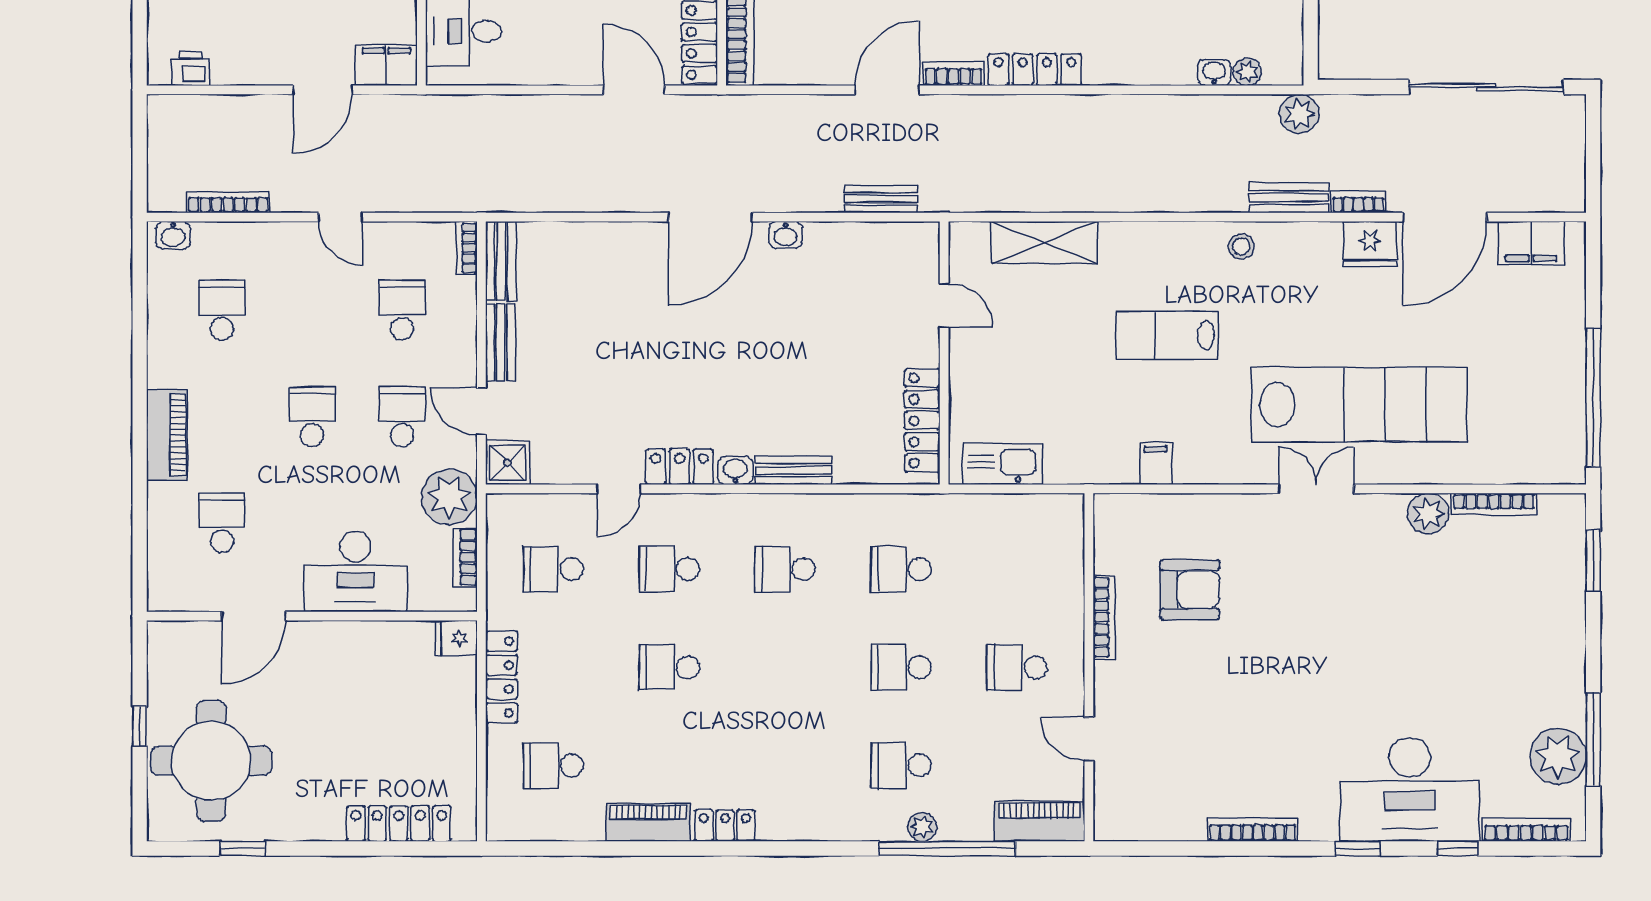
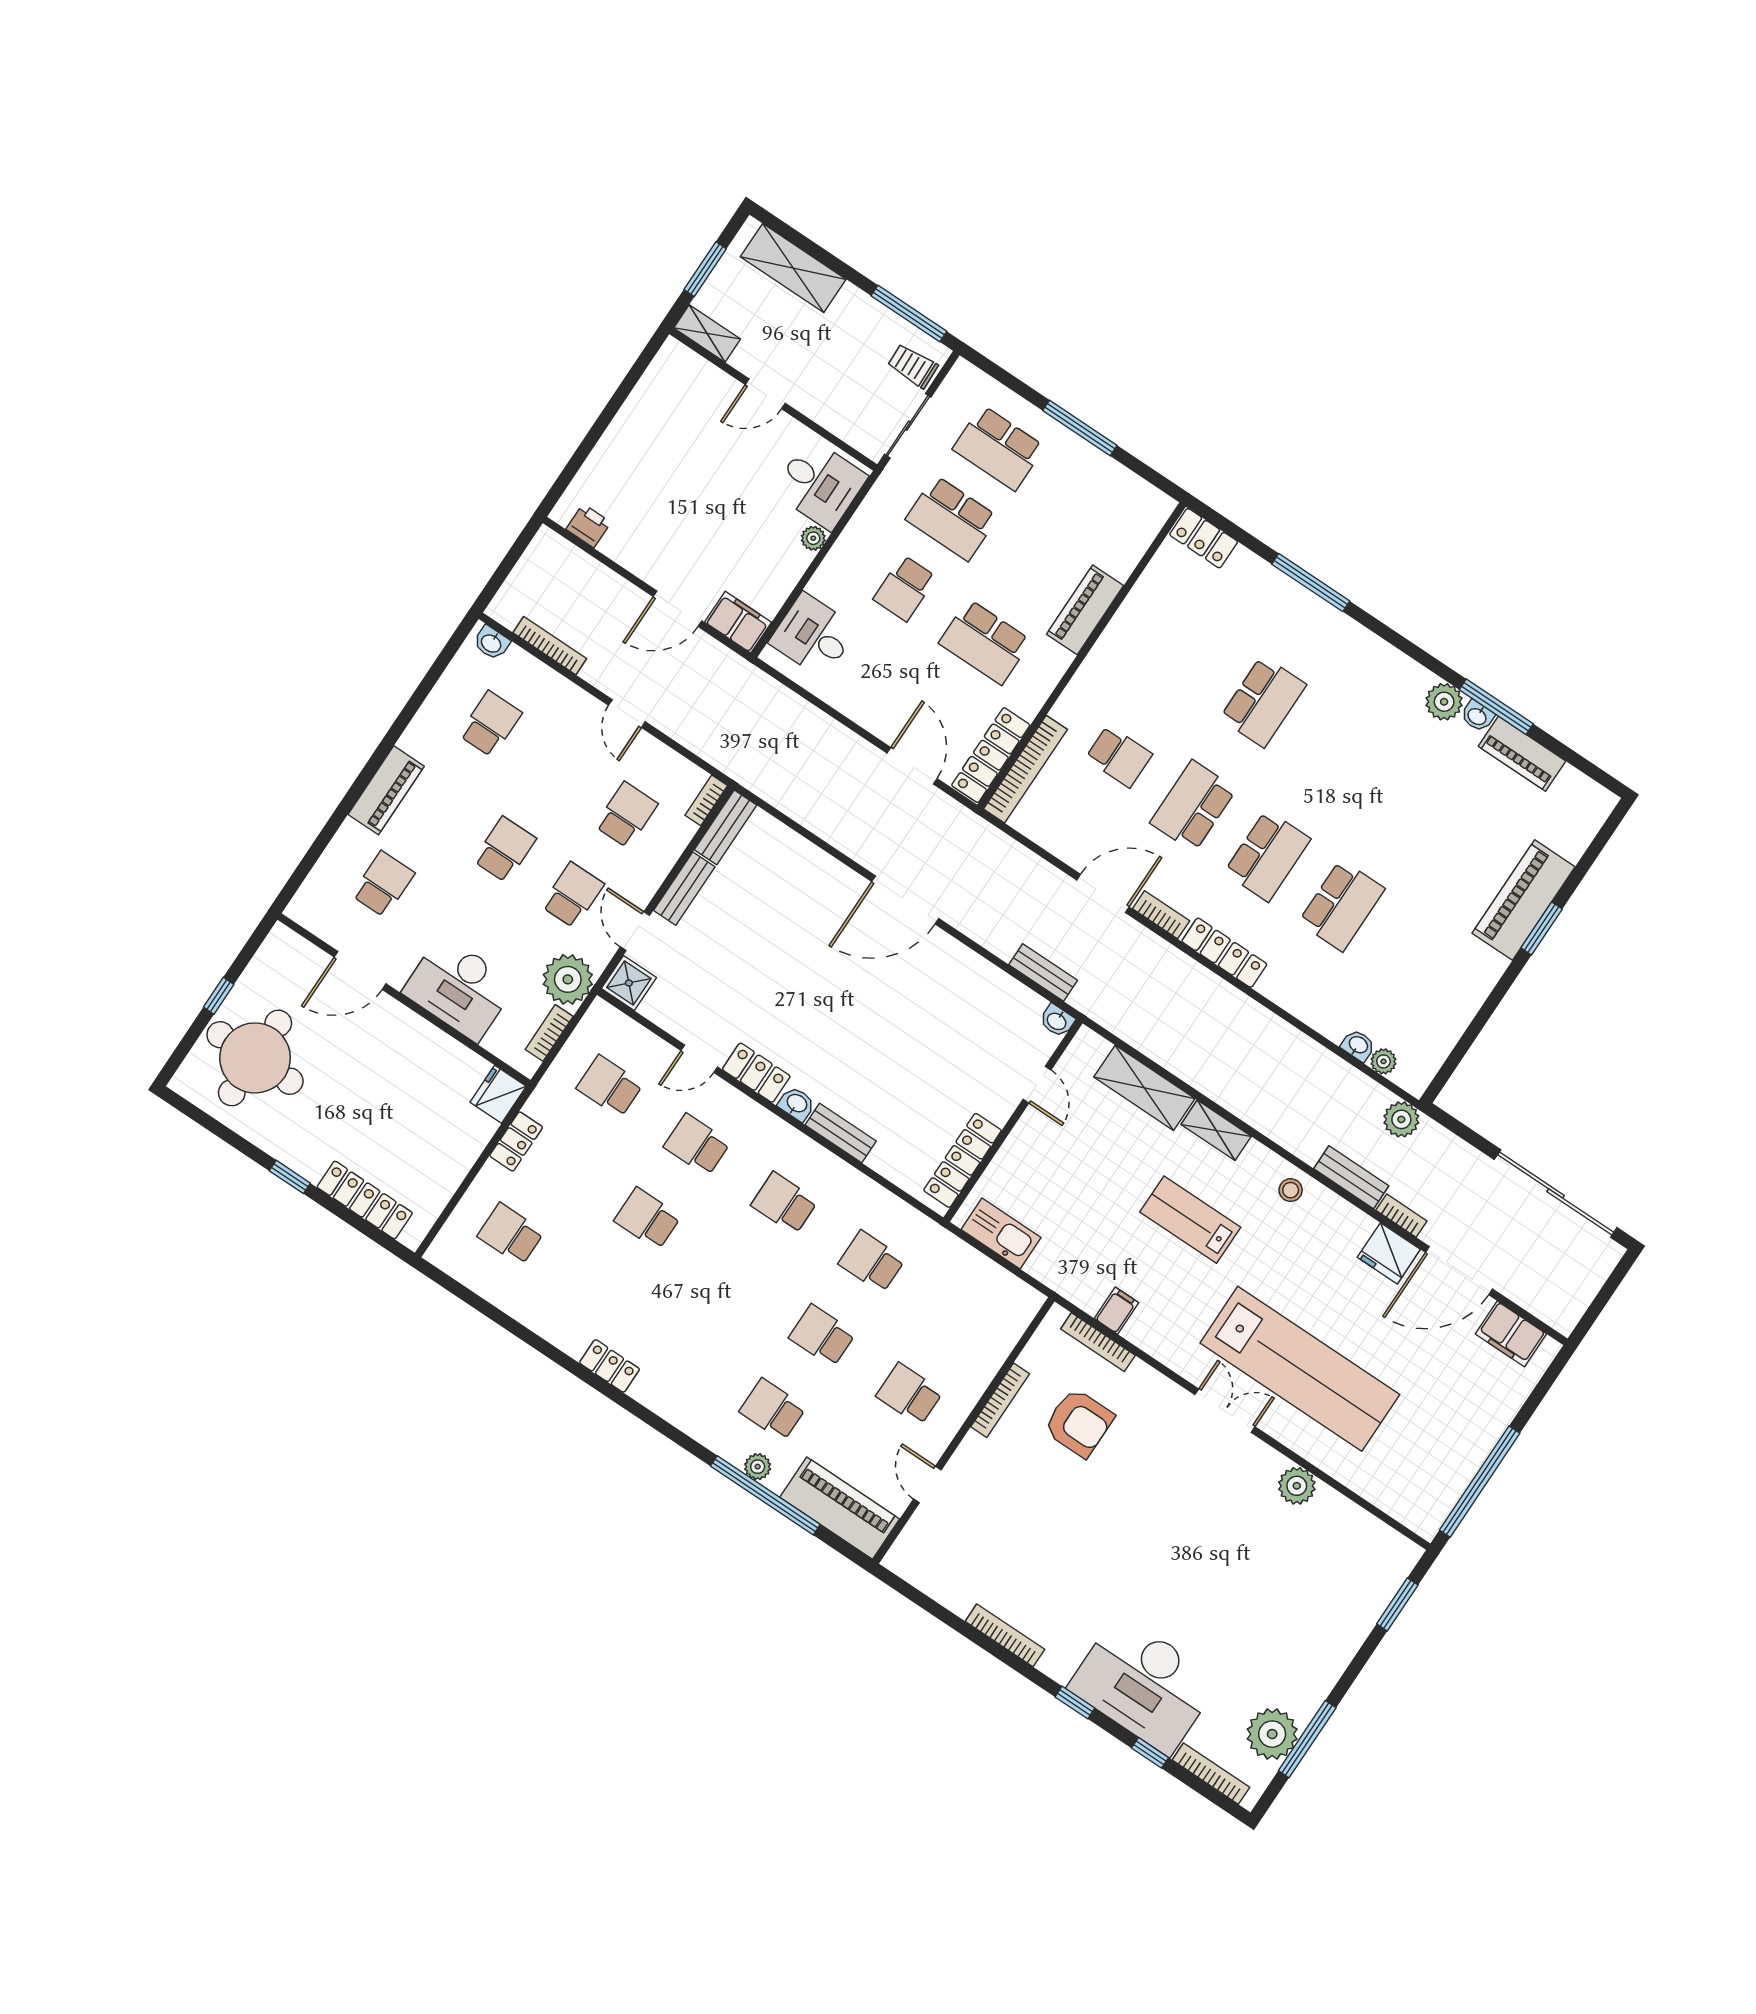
washbasin: (786, 235) -> (1057, 1021), moved
shelving: (1136, 237) -> (1216, 1130), added
bookcase: (1494, 504) -> (1098, 1342), moved
fridge: (456, 638) -> (498, 1094), width x1.38
locker: (502, 677) -> (516, 1141), width x0.66
piano: (1039, 821) -> (840, 1508), width x1.37, depth x1.33
piano: (648, 823) -> (553, 1325), removed
window: (243, 848) -> (290, 1177), moved

